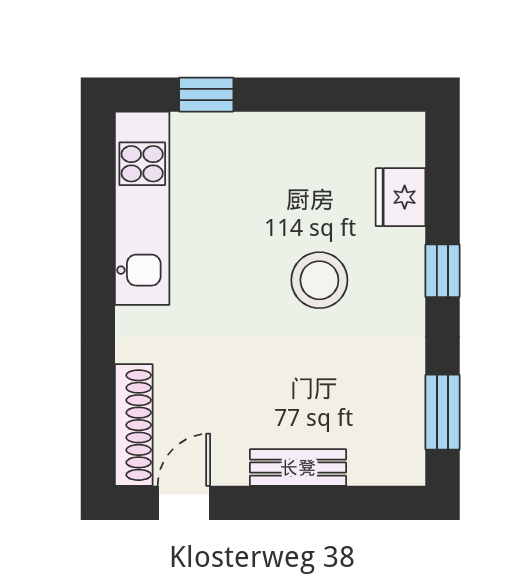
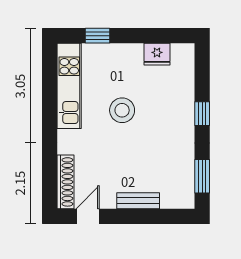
fridge: (401, 197) -> (157, 54), moved, turned -90
stool: (319, 280) -> (122, 110), moved

